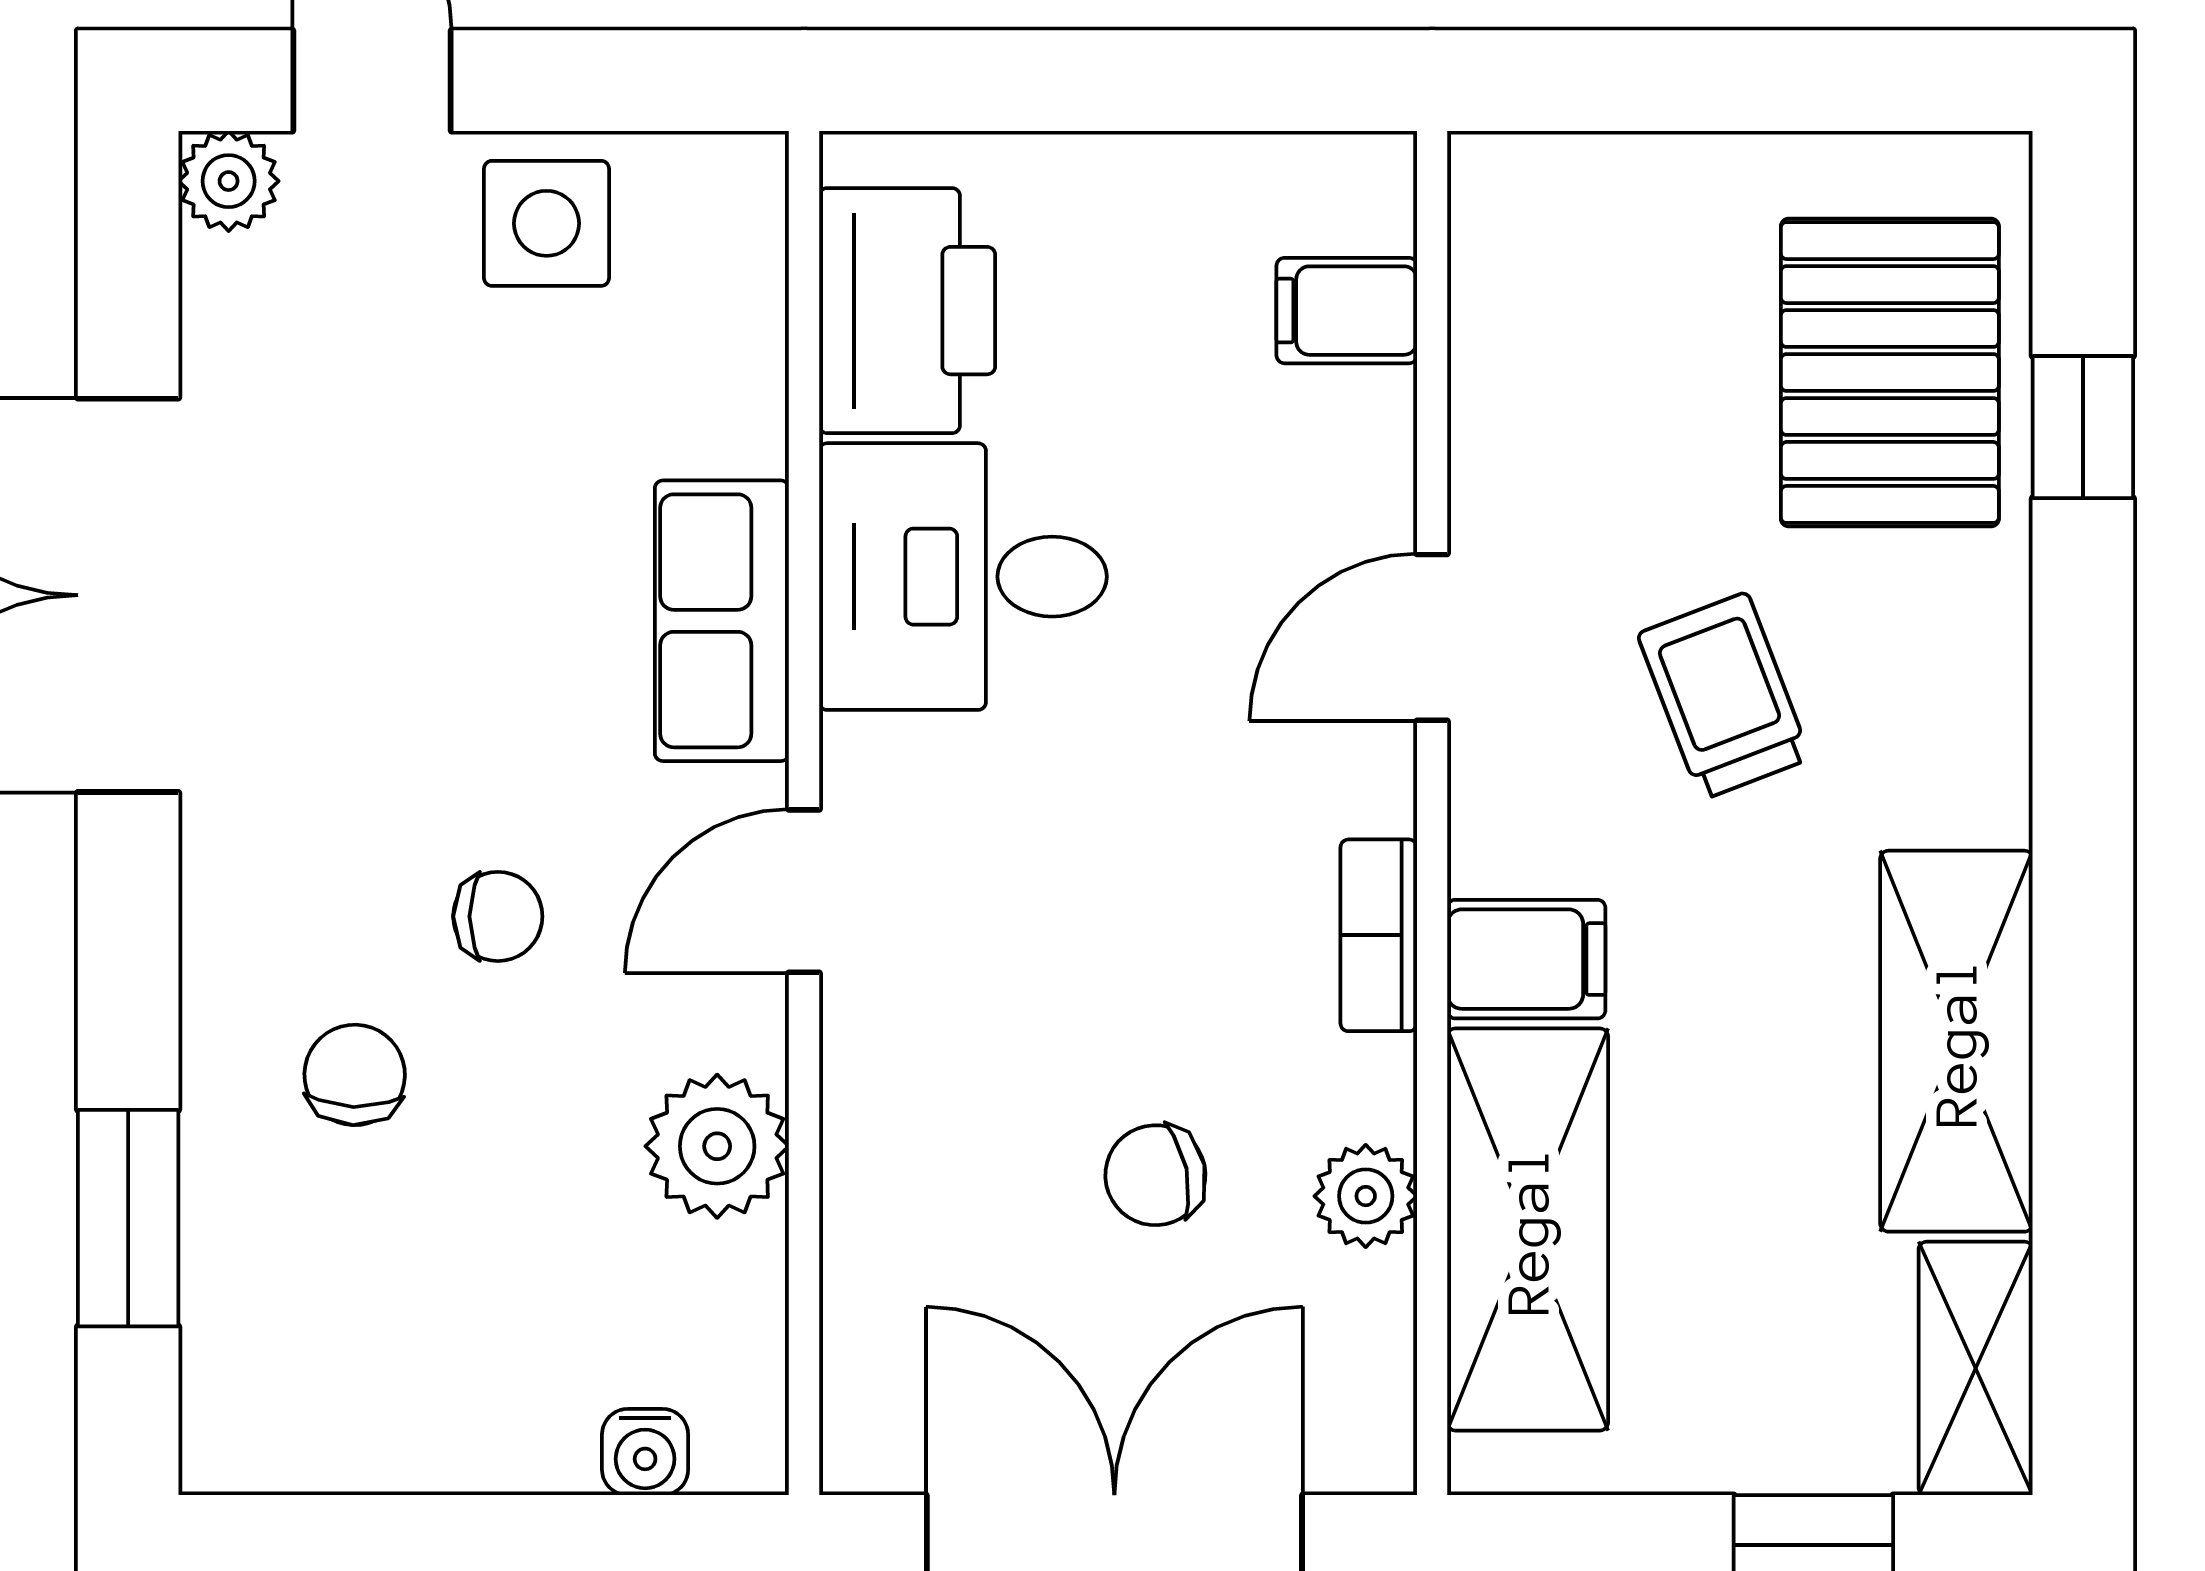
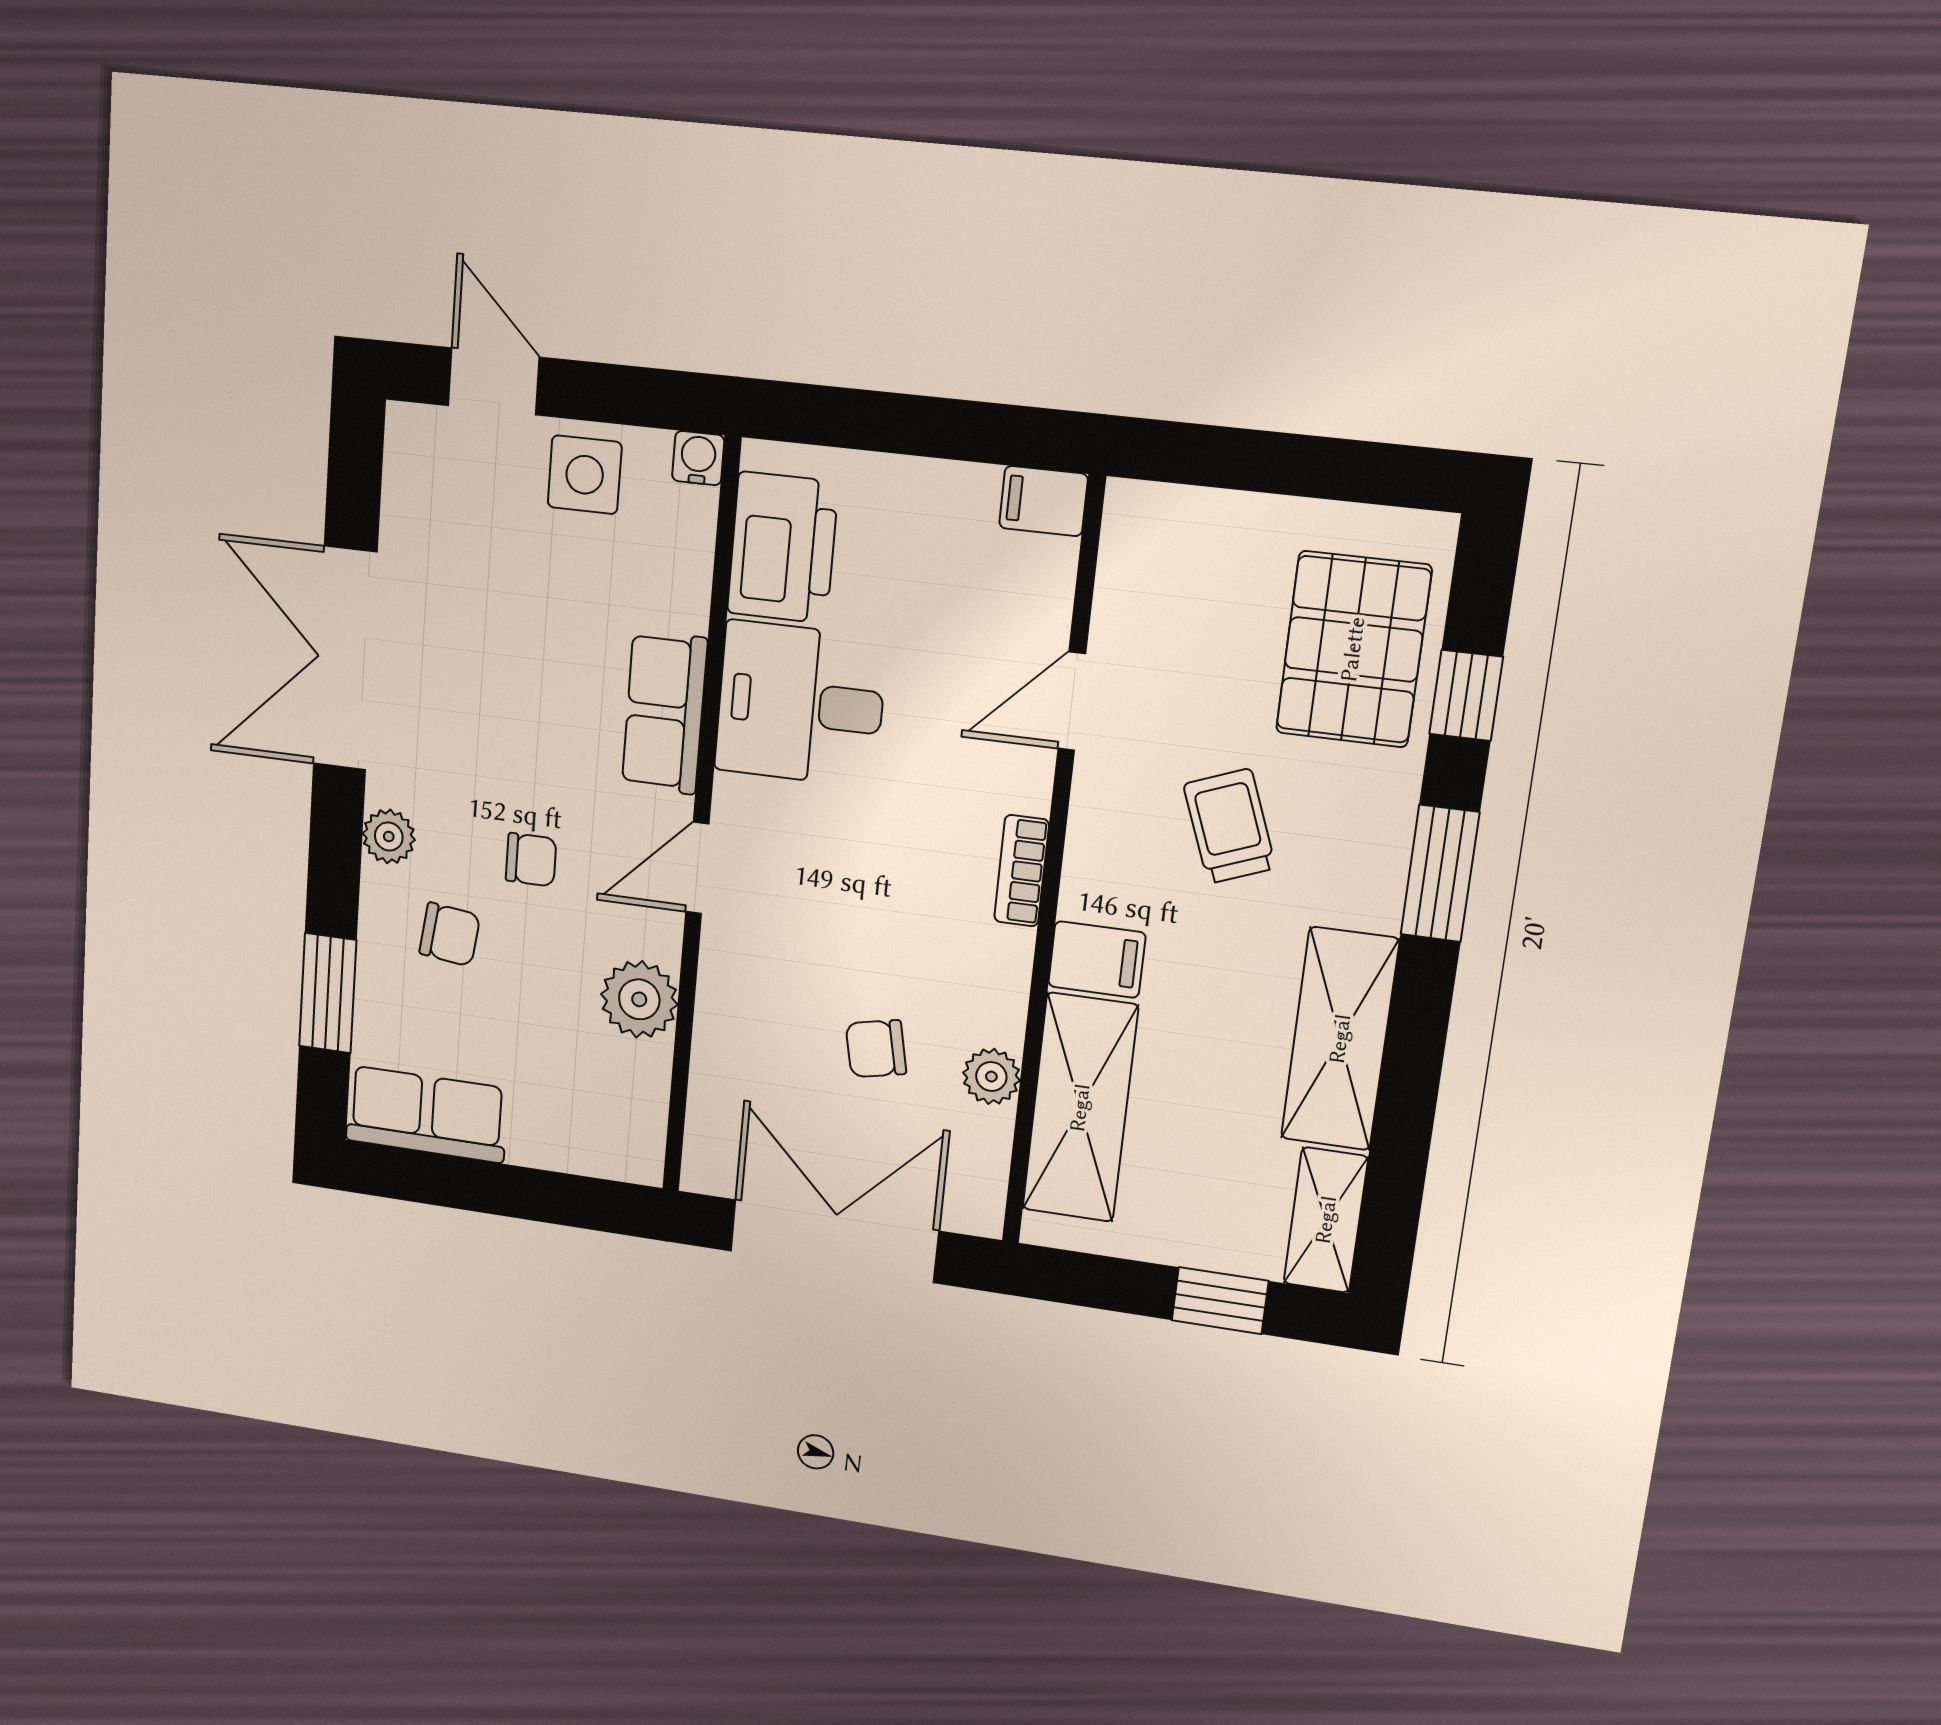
plant: (229, 181) -> (389, 837), moved
filing cabinet: (1347, 311) -> (1044, 501), moved
door: (1432, 637) -> (1072, 701), moved
window: (2083, 731) -> (1440, 873), added
bookcase: (1379, 935) -> (1022, 871), moved
chair: (355, 1075) -> (450, 934), turned 95
row of seats: (332, 1422) -> (426, 1114), added
water cooler: (645, 1452) -> (698, 458), moved, turned 180

